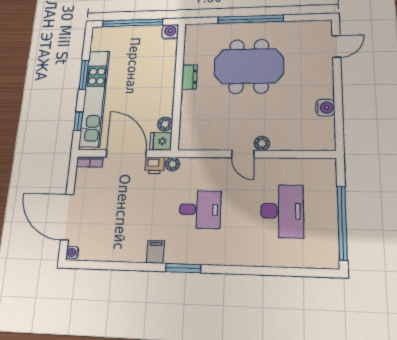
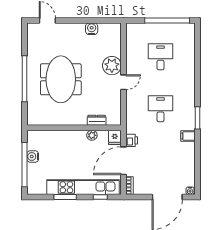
water cooler: (170, 32) -> (33, 157), moved
dresser: (190, 77) -> (97, 120), moved
plant: (165, 124) -> (92, 135), moved
plant: (262, 143) -> (112, 66), width x1.87, depth x1.87
plant: (173, 164) -> (131, 128), removed
desk: (282, 211) -> (161, 57), width x0.73

